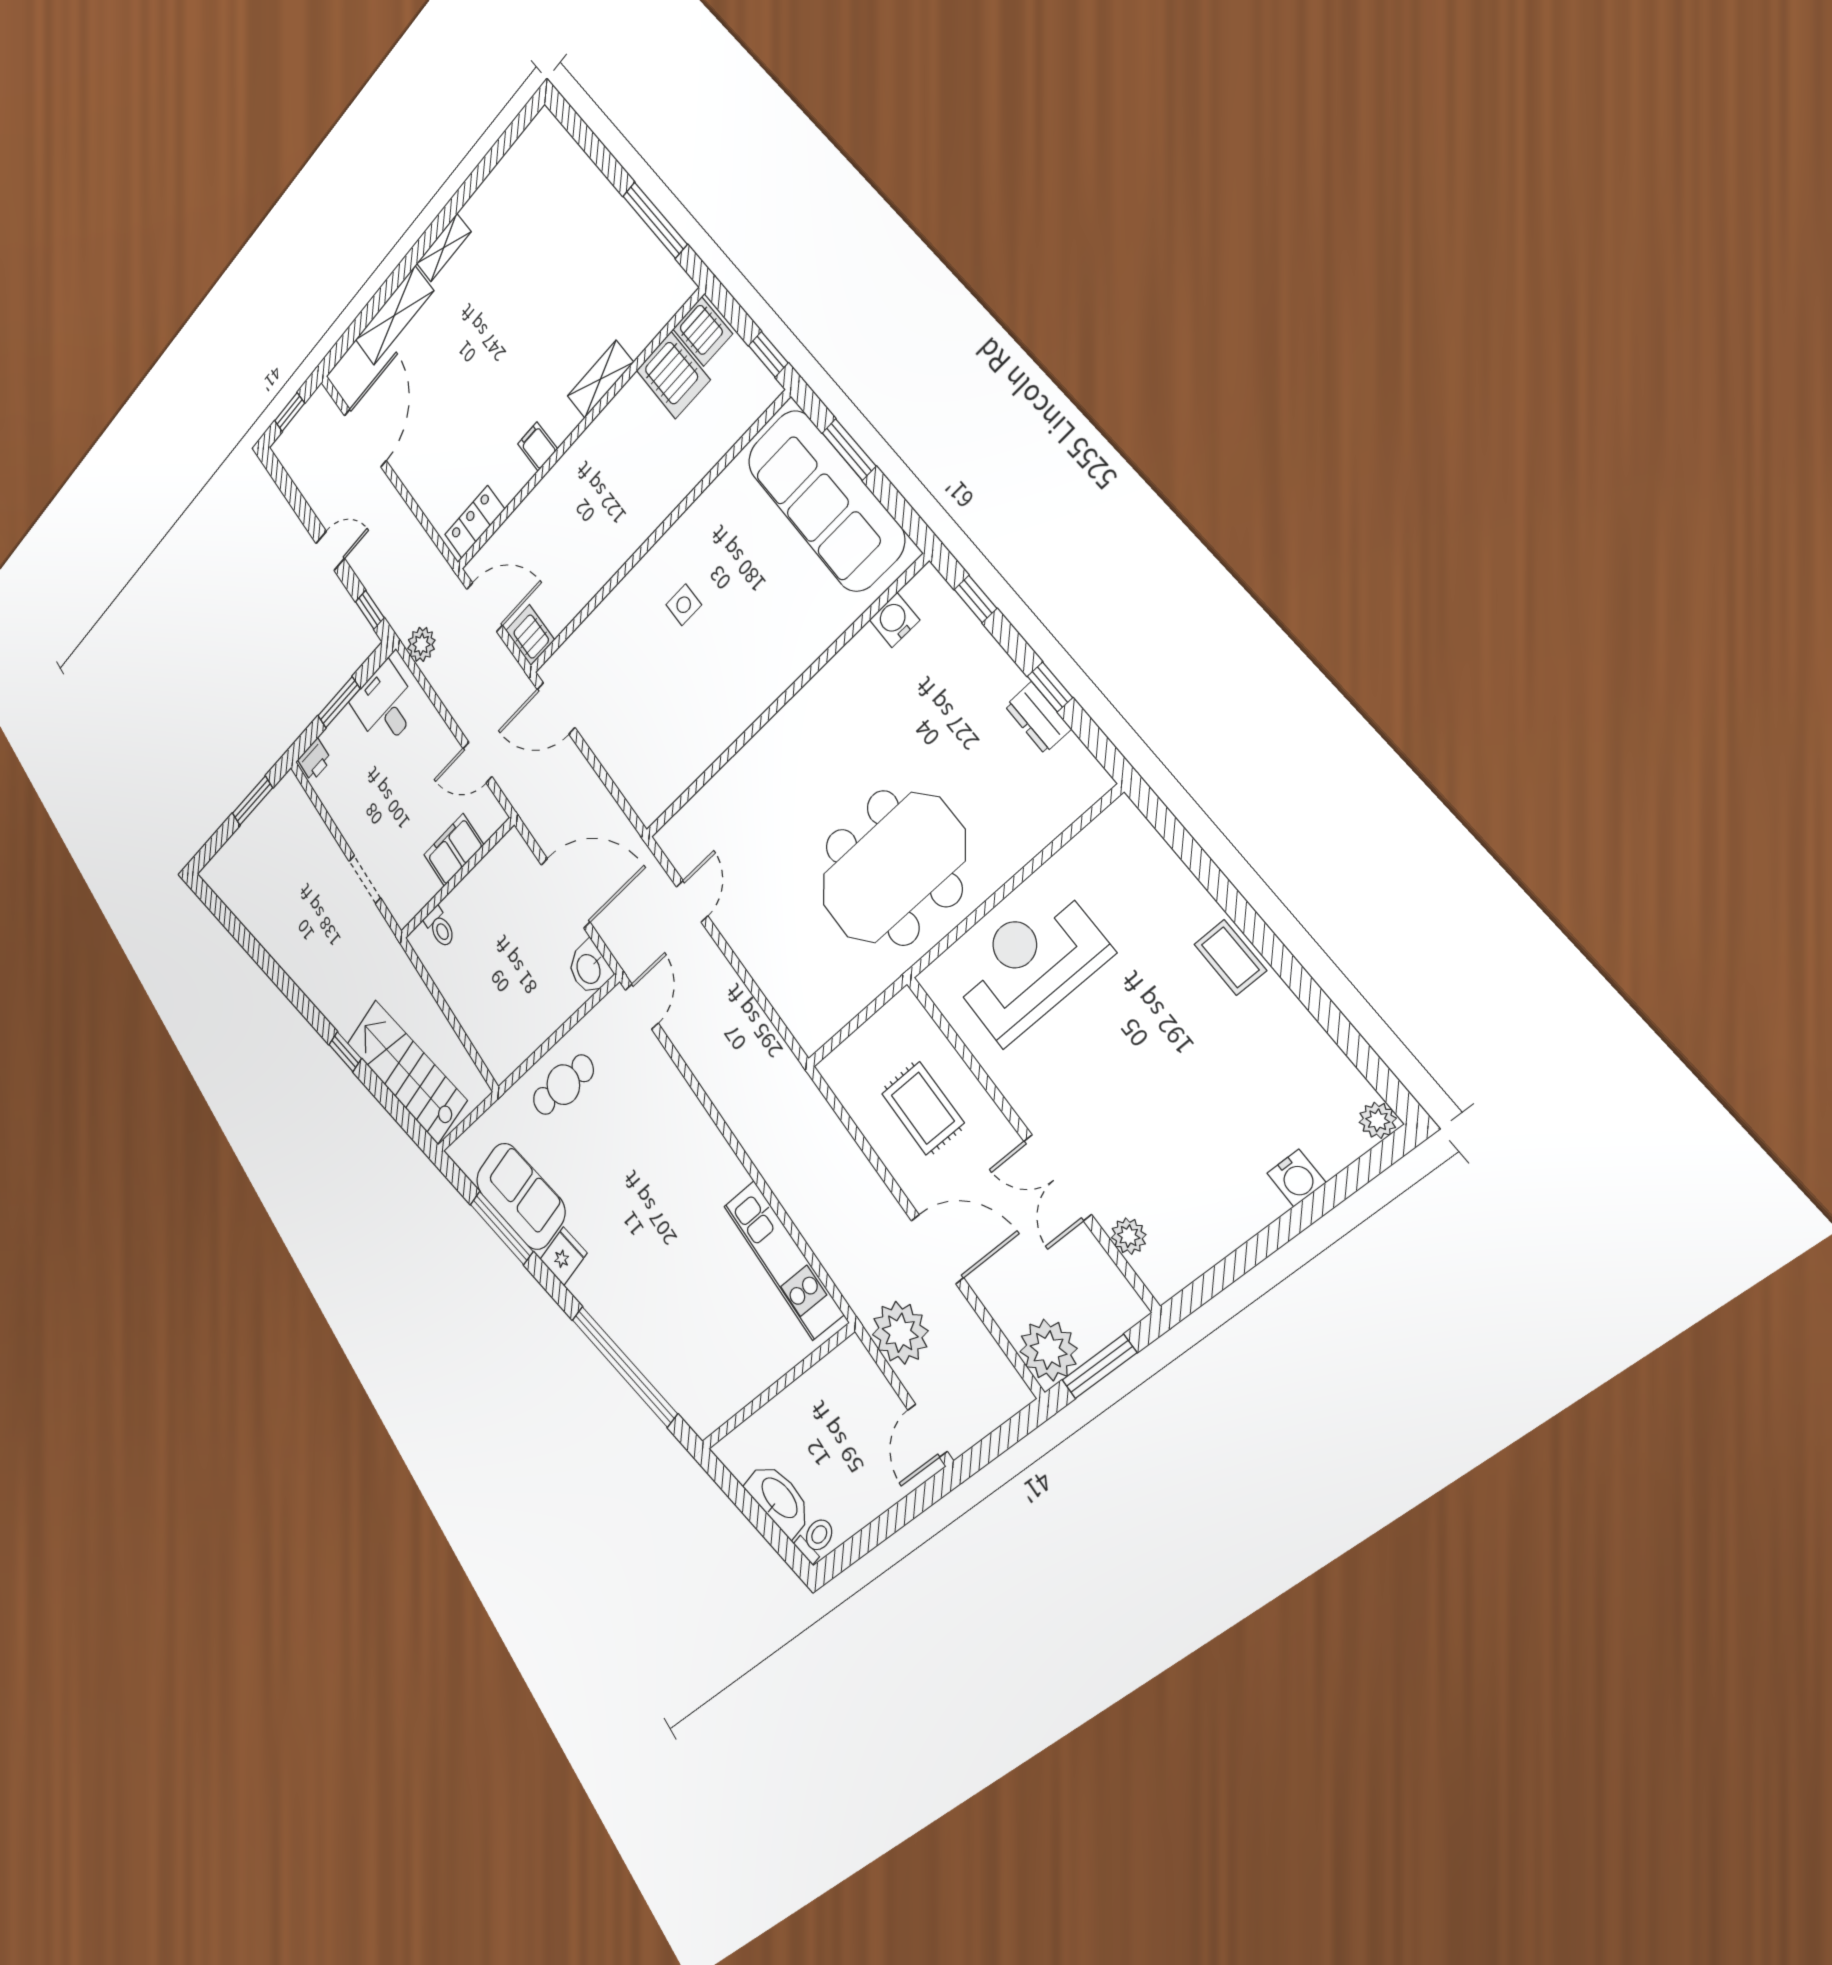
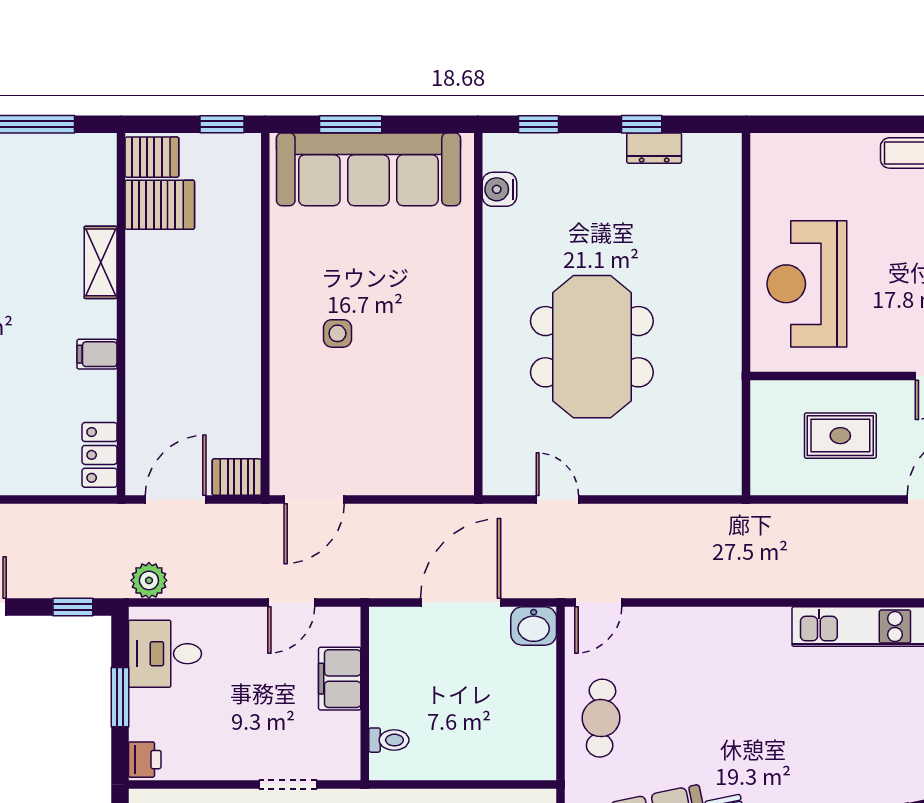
meeting table: (893, 868) -> (592, 347), moved
door: (642, 1007) -> (598, 603), swing flipped

